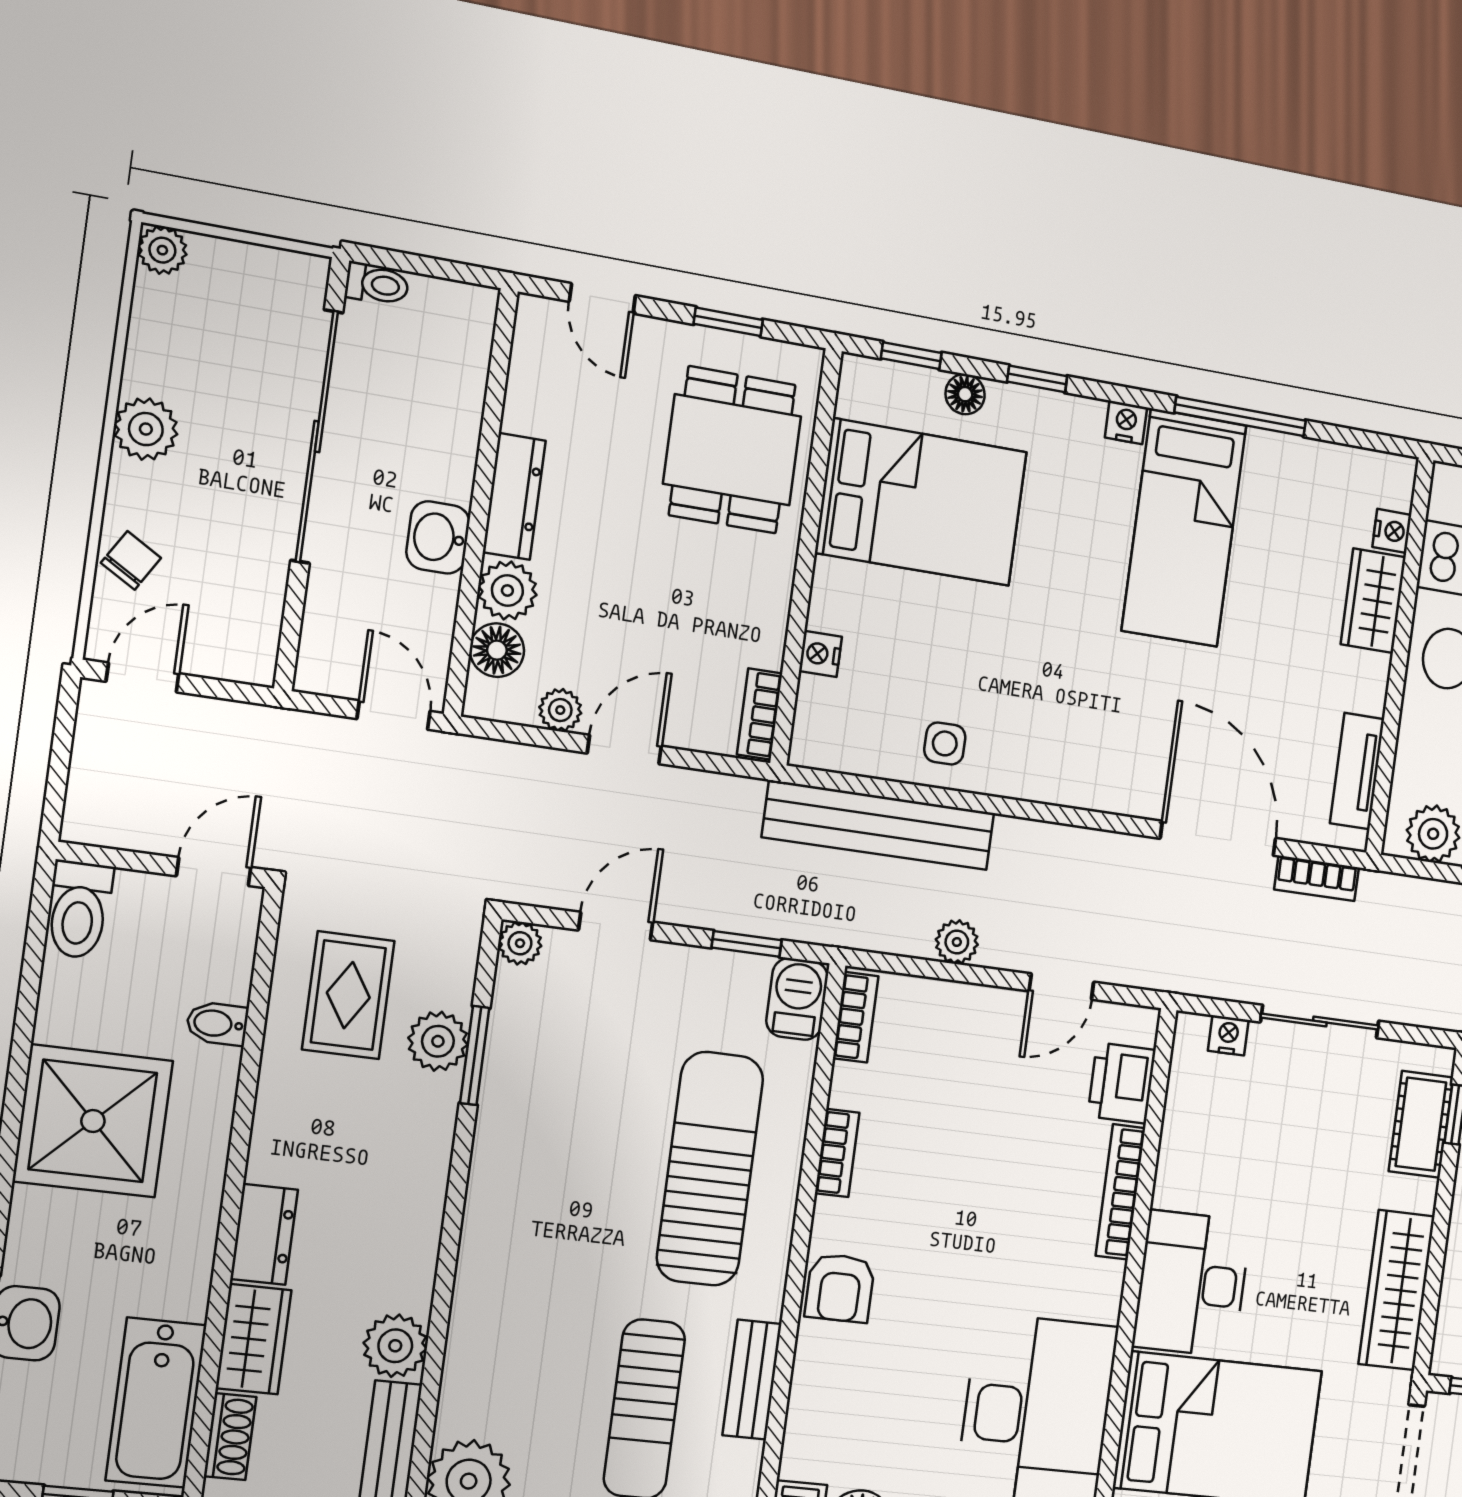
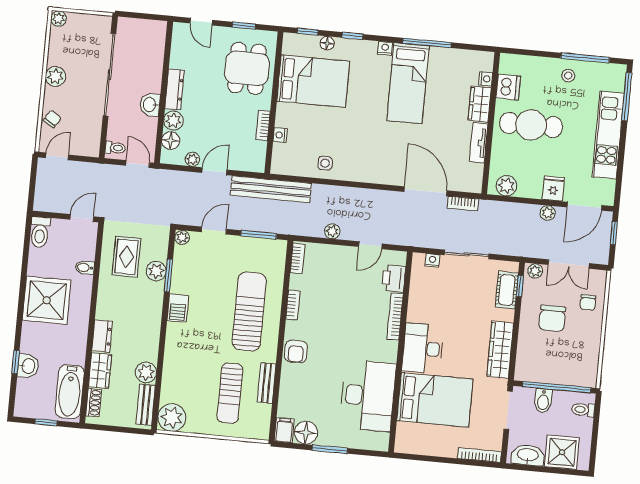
toilet: (377, 284) -> (115, 148), moved
bookcase: (760, 714) -> (263, 125), moved
tv unit: (1357, 771) -> (479, 143), moved
bench: (879, 825) -> (271, 189), moved
window: (747, 944) -> (259, 235), width x1.50
barbecue: (797, 999) -> (178, 308), moved, turned 180

